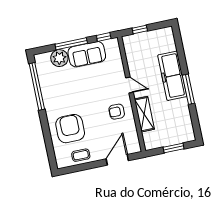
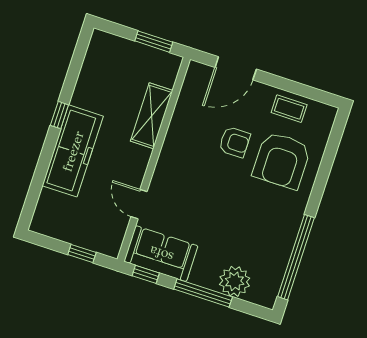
sofa: (87, 54) -> (161, 254), moved
door: (130, 85) -> (139, 204), moved
window: (188, 89) -> (59, 115), width x0.46
armchair: (117, 112) -> (234, 142), moved
window: (174, 148) -> (154, 42), moved

